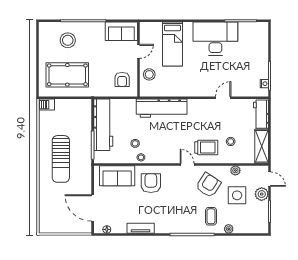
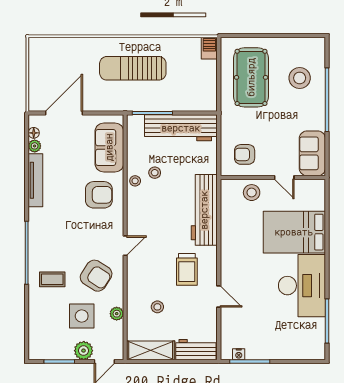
bed: (172, 44) -> (294, 232), width x1.50
trolley: (206, 147) -> (187, 269), moved
tv unit: (141, 228) -> (35, 180), width x1.41
plant: (229, 229) -> (35, 146), moved

